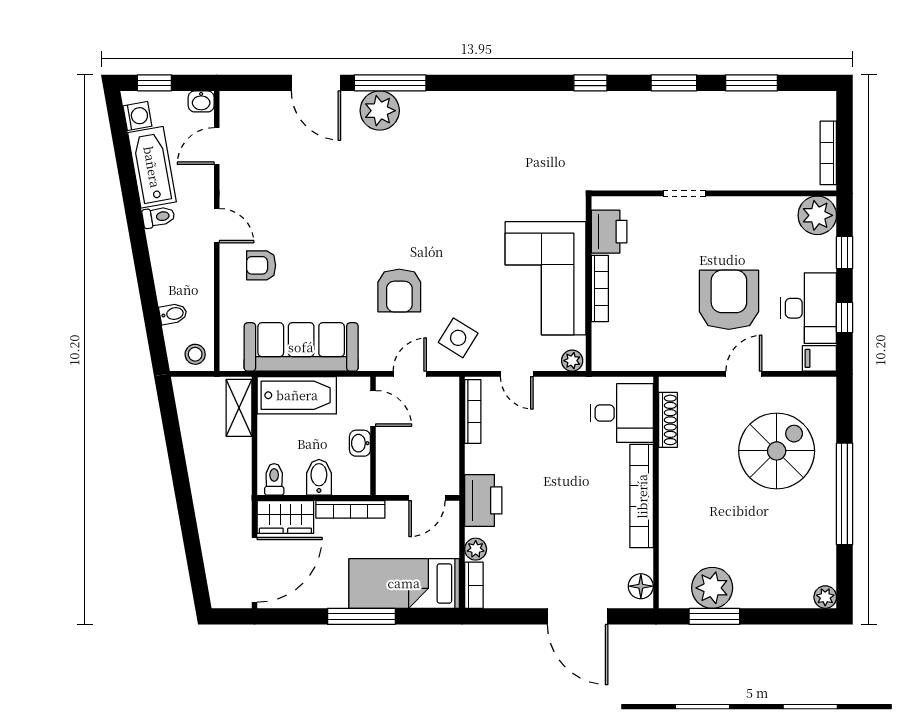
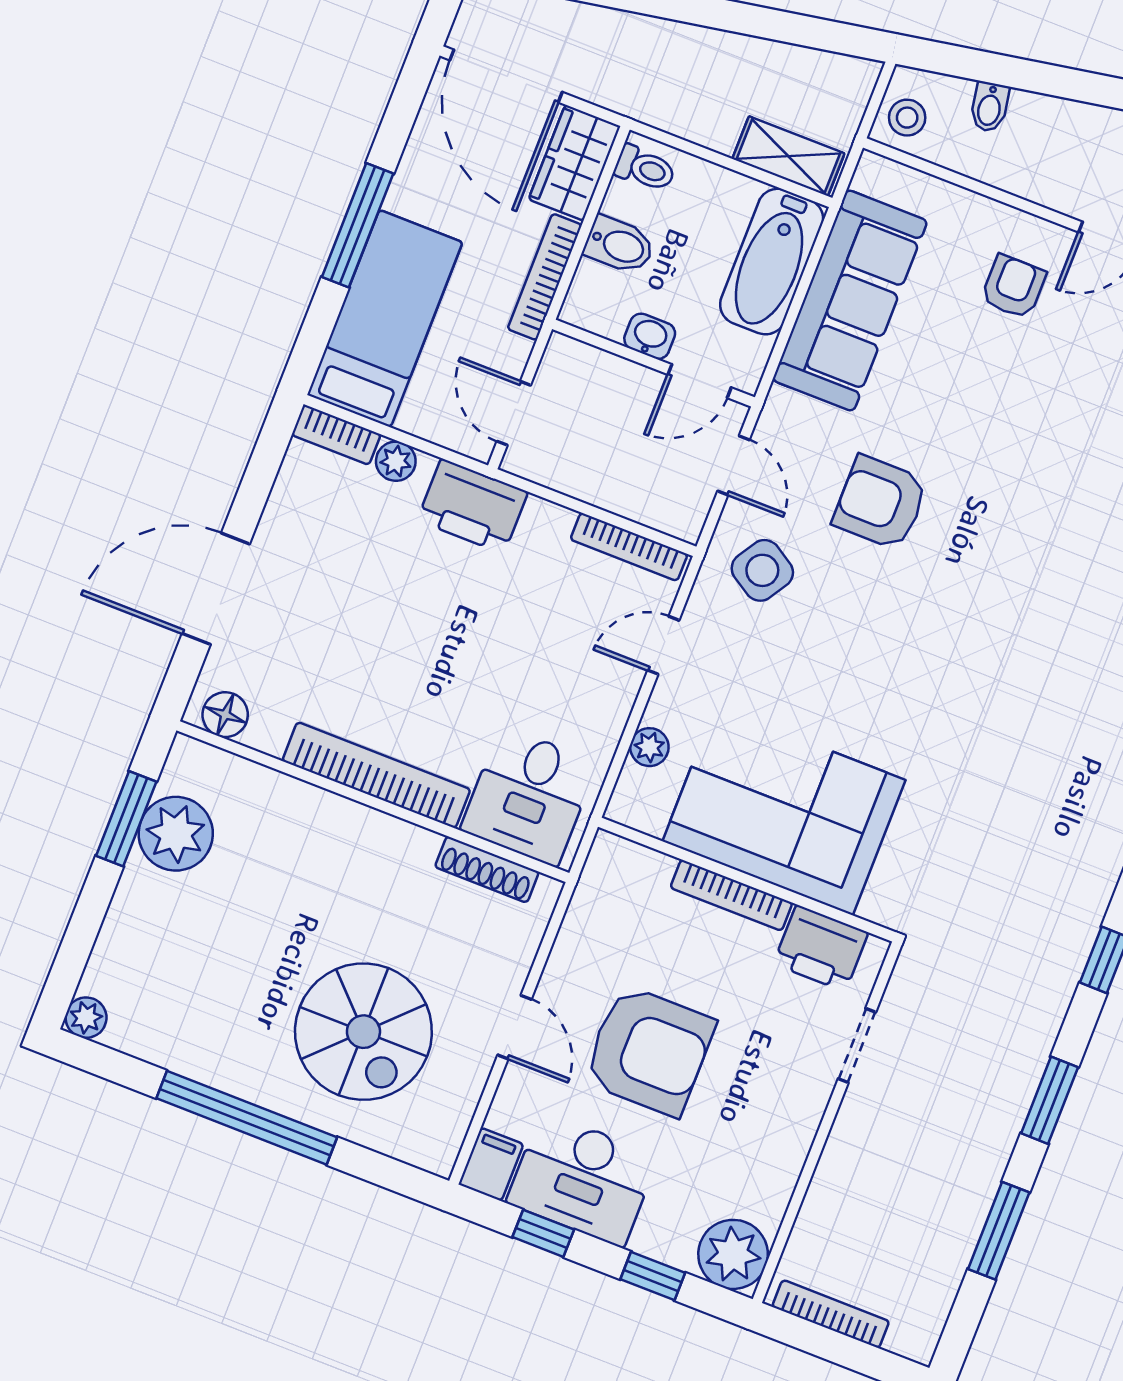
printer: (609, 232) -> (821, 948), moved
corner sofa: (546, 278) -> (784, 811), moved
wall: (589, 284) -> (747, 880), moved
bookcase: (600, 288) -> (731, 895), moved

